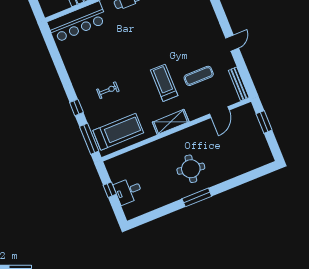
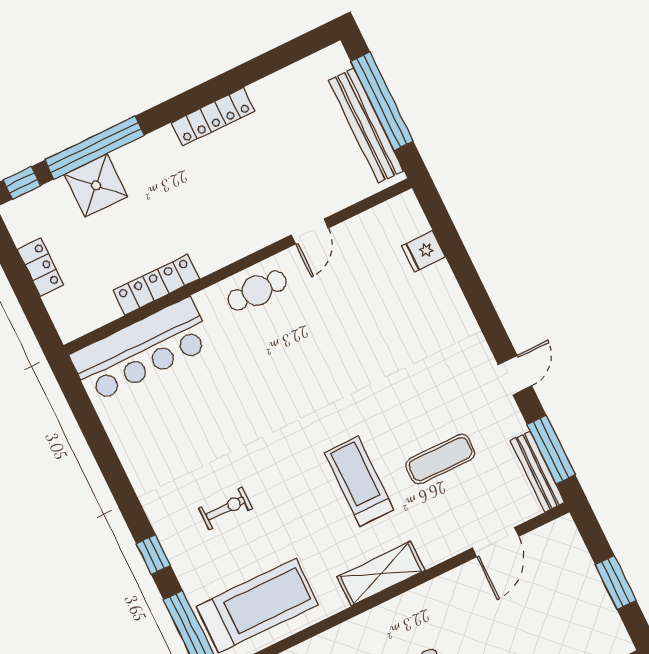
window: (245, 75) -> (551, 450), added
window: (264, 122) -> (616, 582), moved

